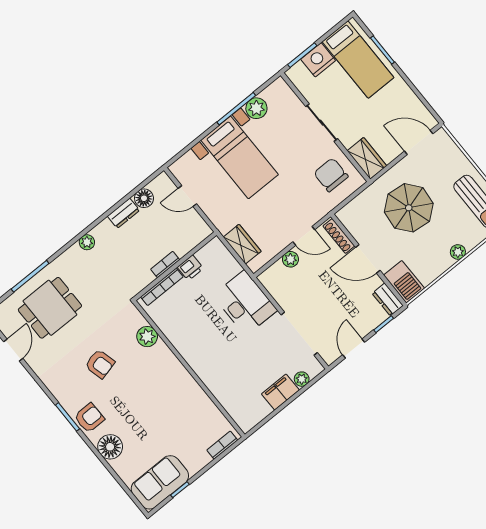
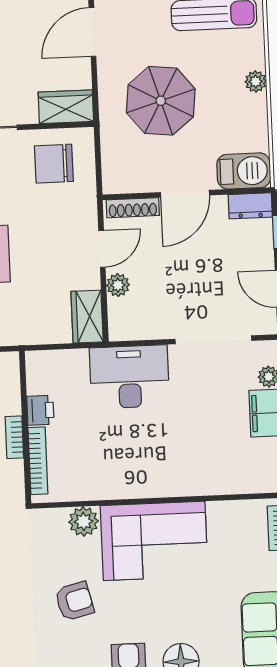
wardrobe: (242, 244) -> (87, 317), moved, turned -90
corner sofa: (165, 383) -> (154, 541), added

